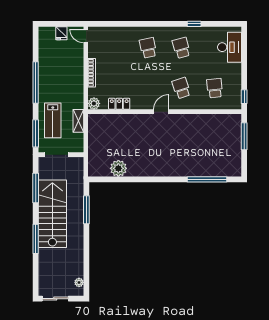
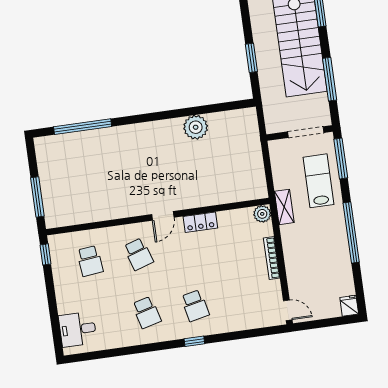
window: (194, 24) -> (194, 341), moved
fridge: (61, 33) -> (349, 306), moved
desk: (229, 47) -> (78, 329), width x0.73
locker: (119, 104) -> (200, 222), moved
shelving: (78, 121) -> (284, 207), moved
plant: (118, 168) -> (196, 127), moved
window: (86, 210) -> (251, 58), width x0.69

